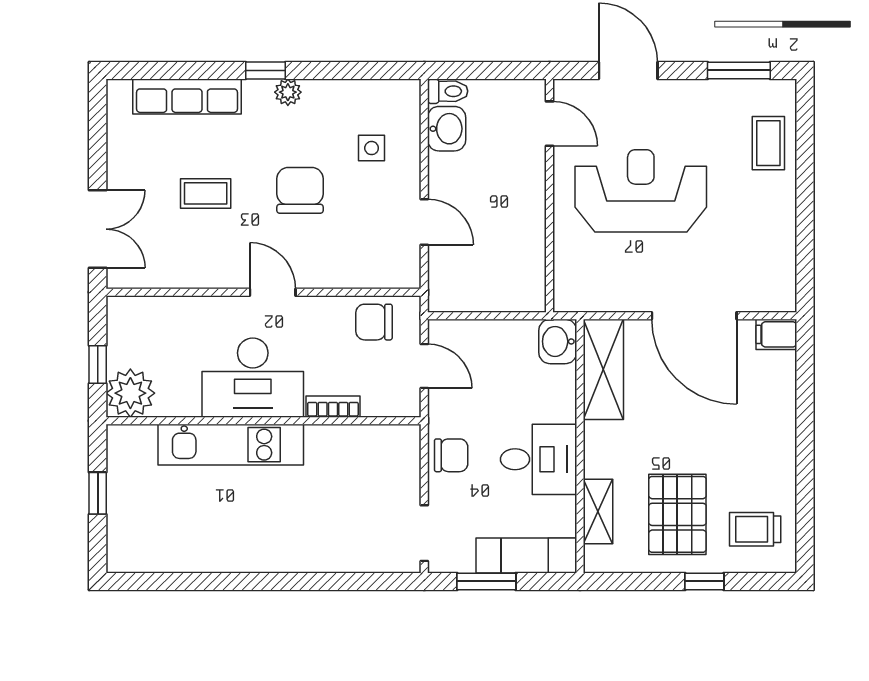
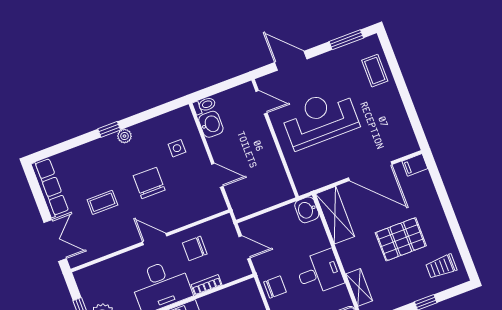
row of seats: (187, 96) -> (50, 188), moved, turned -90
chair: (374, 322) -> (195, 248), moved
pallet: (677, 514) -> (401, 239), moved, turned 90

